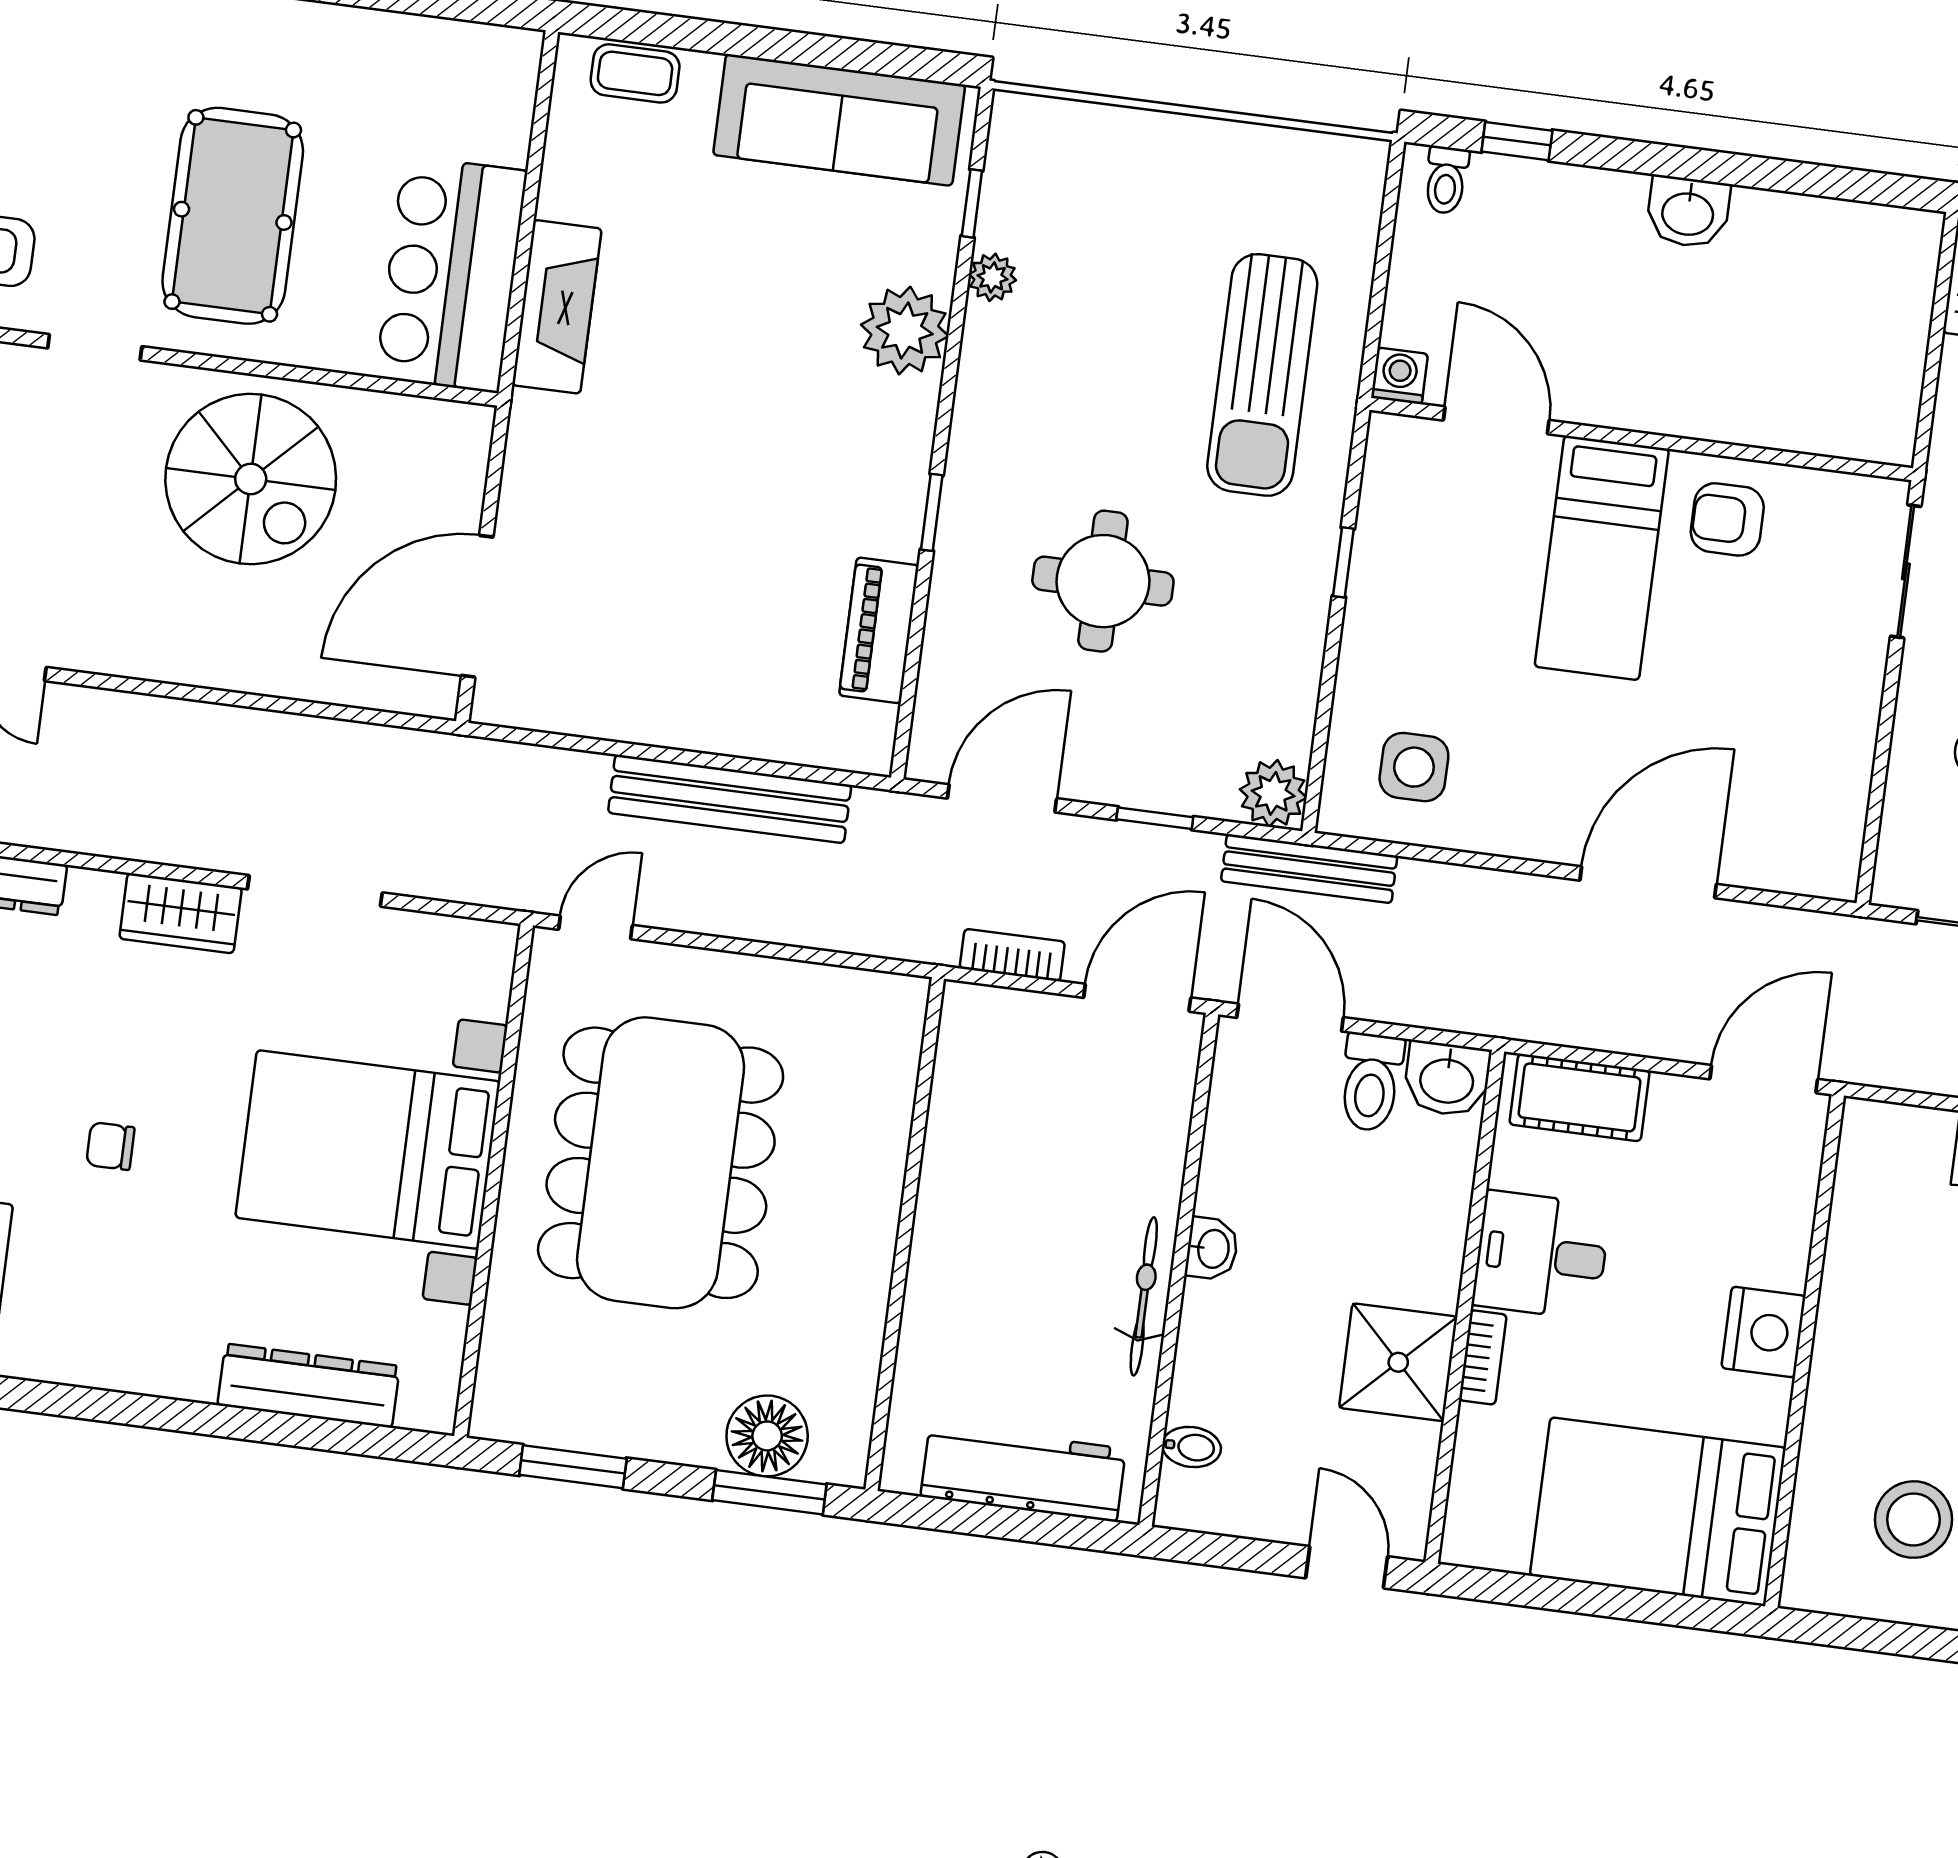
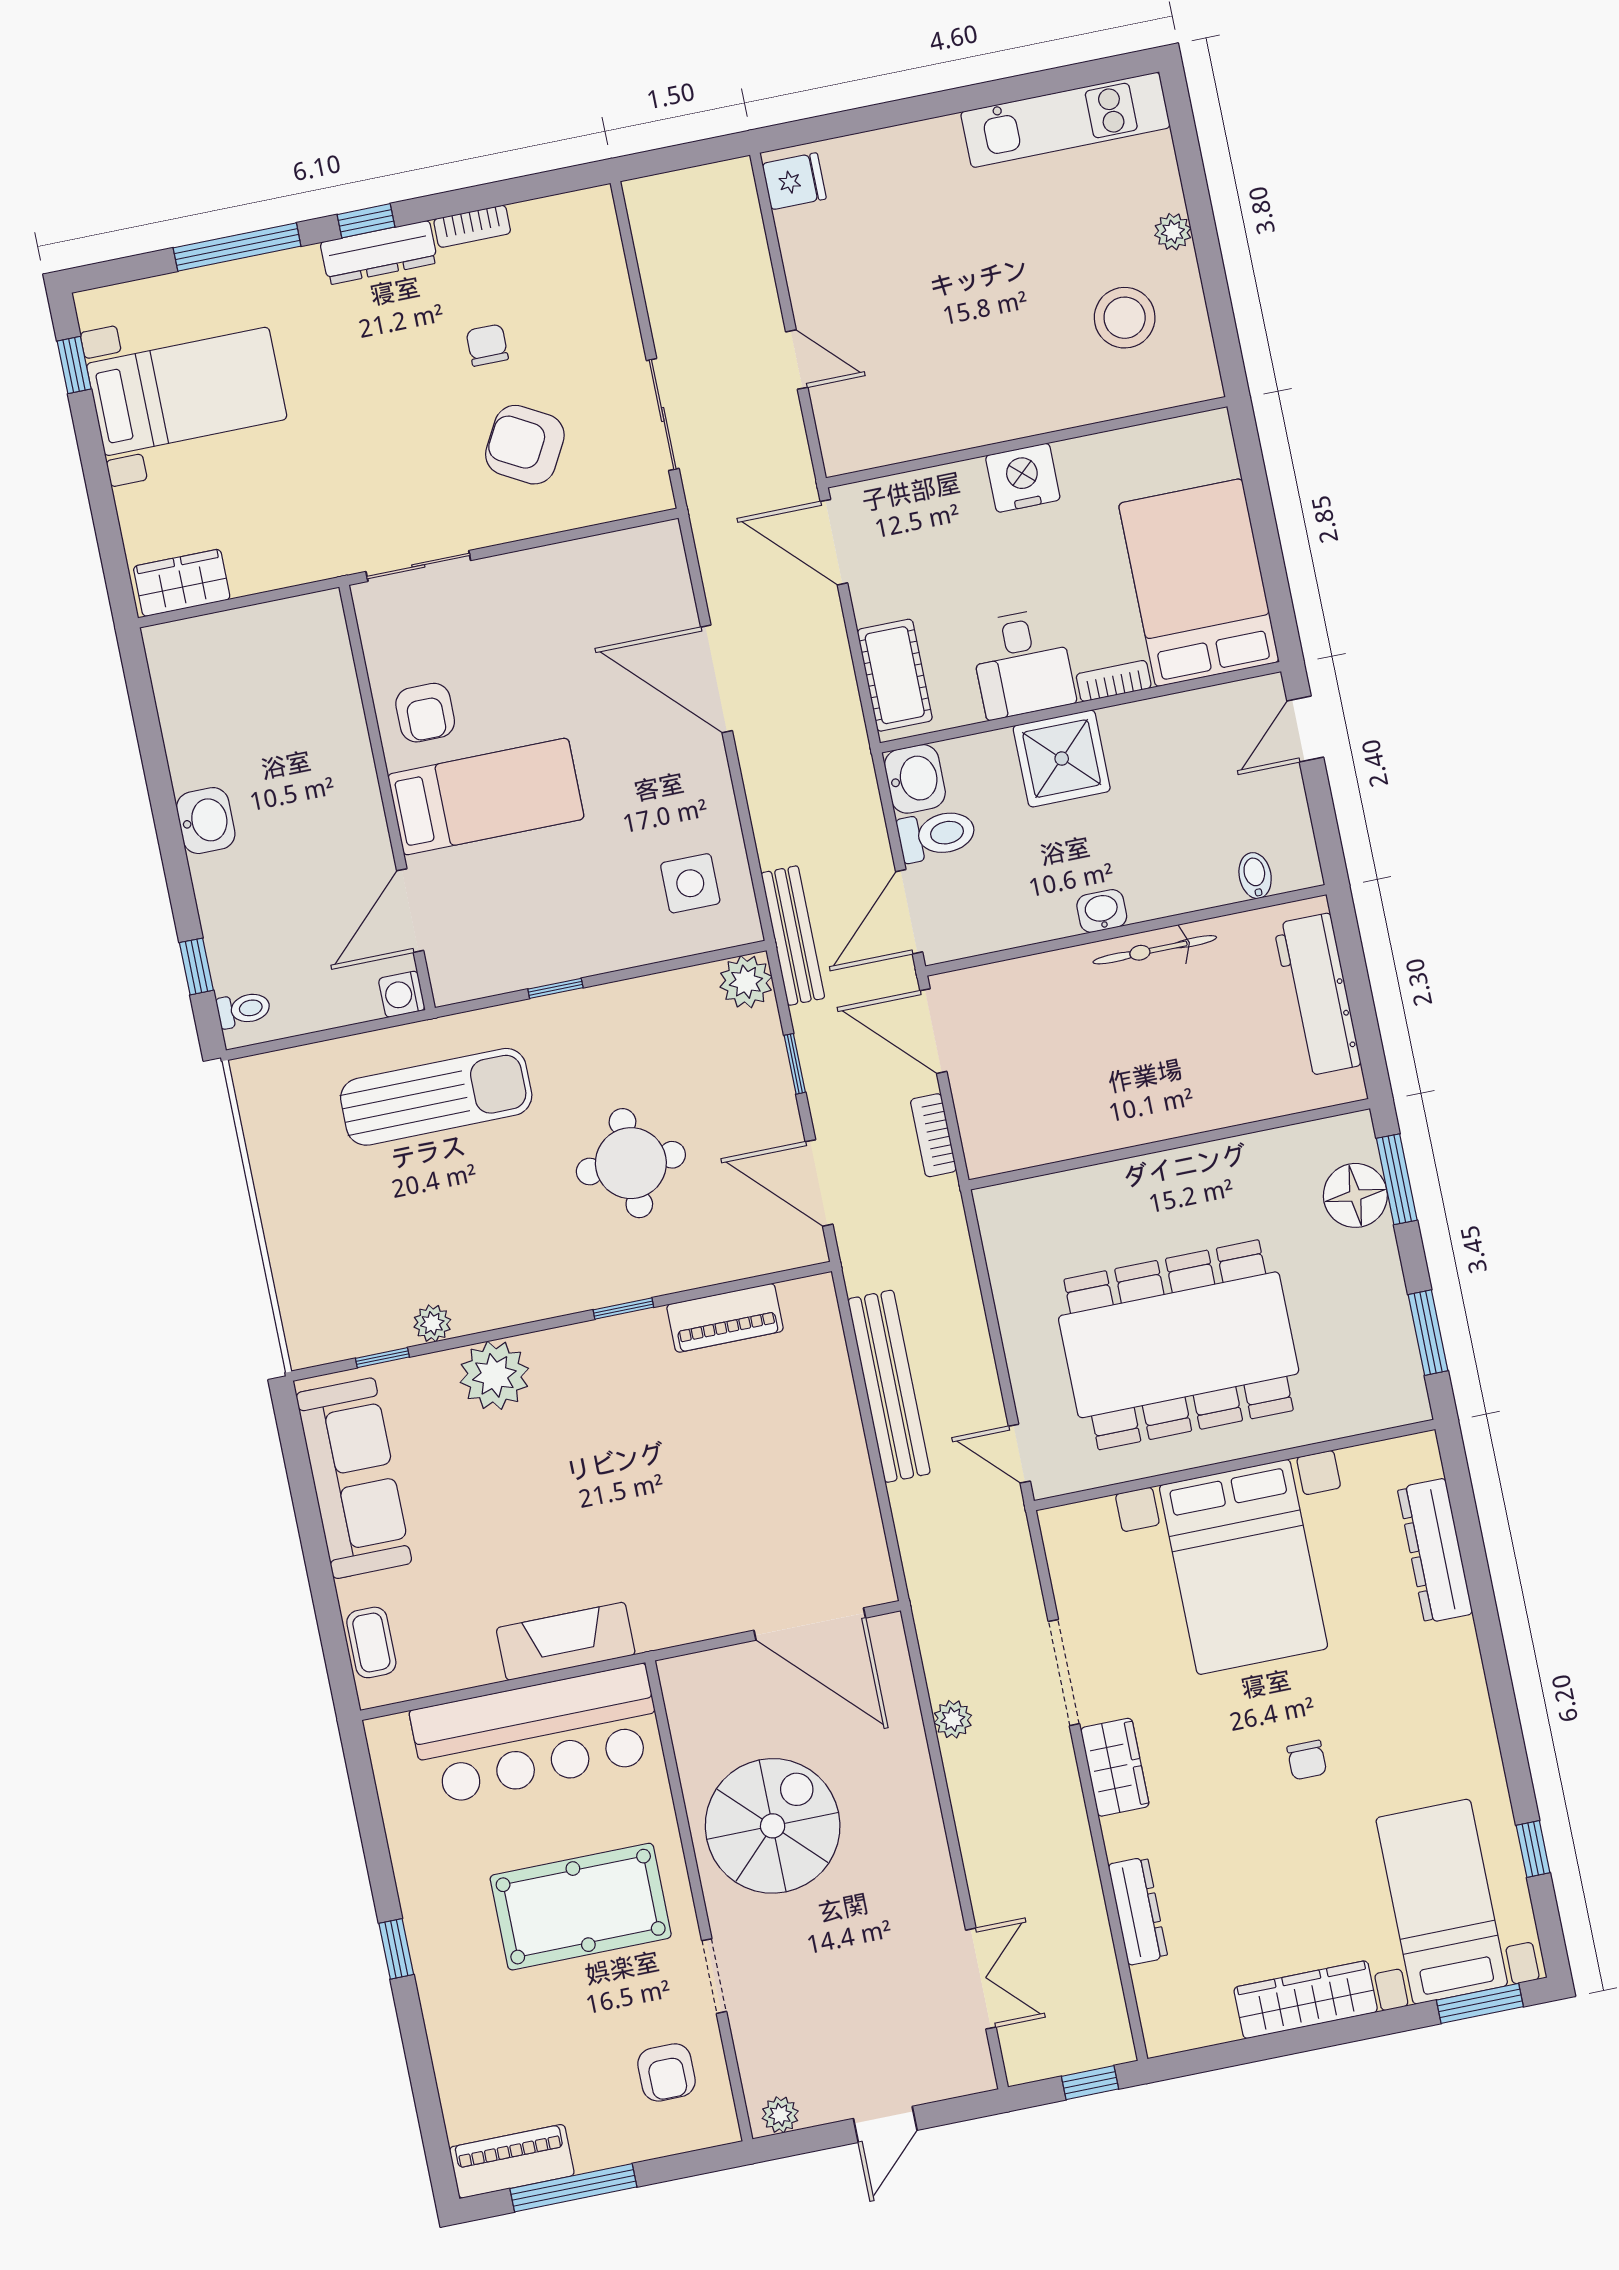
bar counter: (451, 274) -> (537, 1735), width x1.36
plant: (305, 739) -> (953, 1719), added
shower: (1398, 1362) -> (1062, 759), moved
bed: (1658, 1512) -> (1199, 583), moved, turned 180

